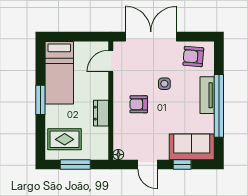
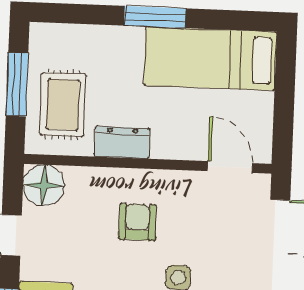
rug: (65, 139) -> (63, 105), moved
floor lamp: (118, 155) -> (44, 185), width x1.89, depth x1.89

